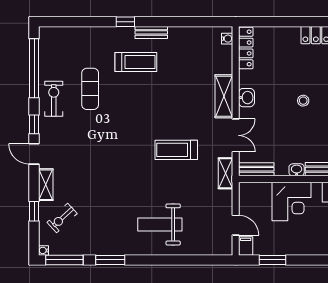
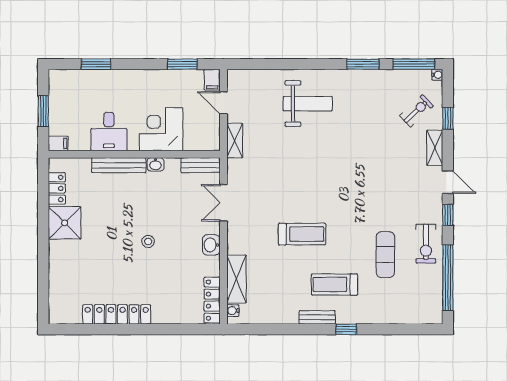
shelving: (224, 96) -> (236, 279), moved
treadmill: (176, 150) -> (302, 234), moved
shelving: (225, 173) -> (235, 141), moved

